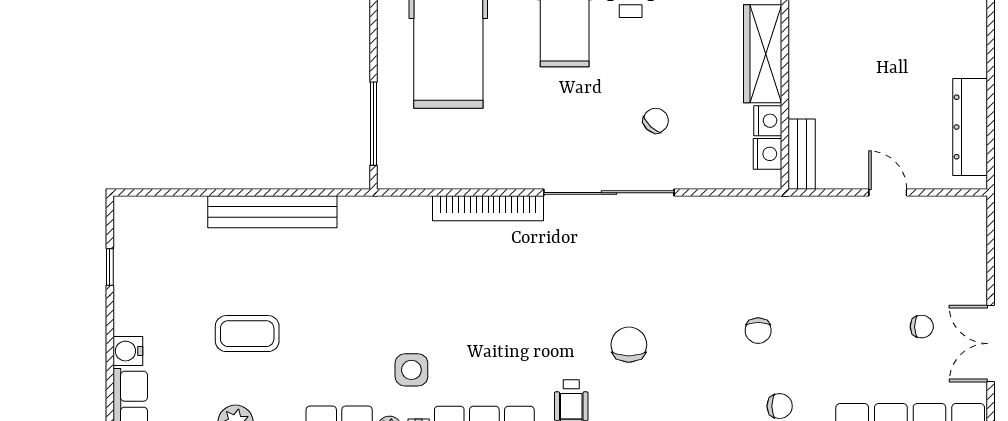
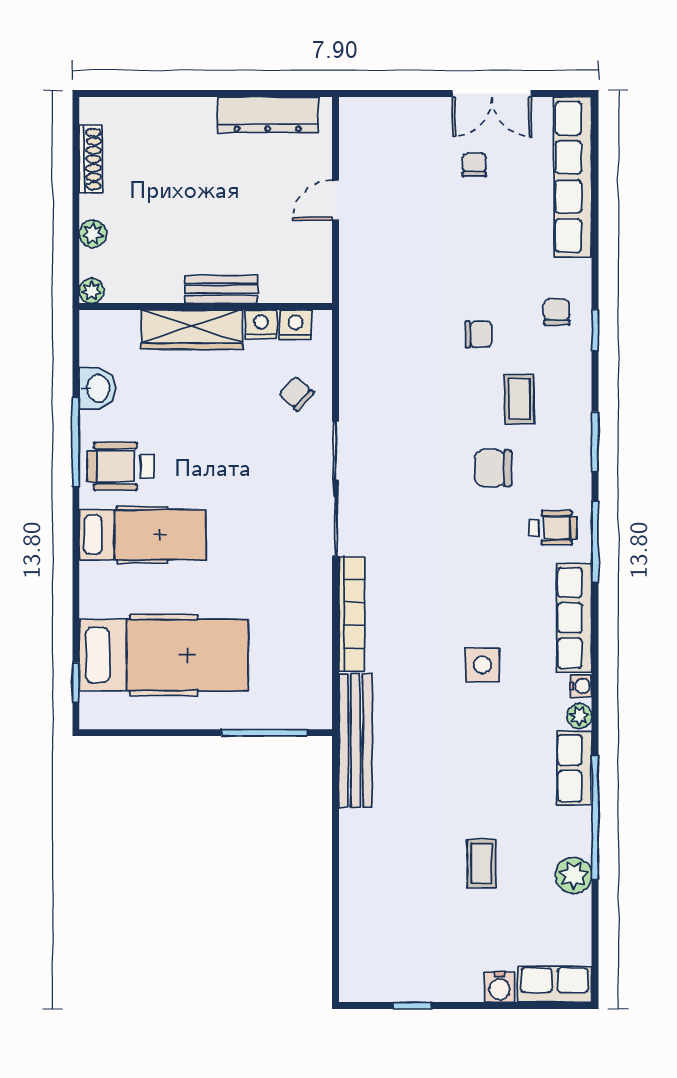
chair: (656, 121) -> (296, 393), moved
bench: (802, 154) -> (221, 289), moved
bench: (272, 212) -> (355, 741), moved
coffee table: (247, 334) -> (482, 863), width x0.73, depth x0.77
side table: (411, 370) -> (482, 665), moved
coffee table: (696, 370) -> (519, 399), added

